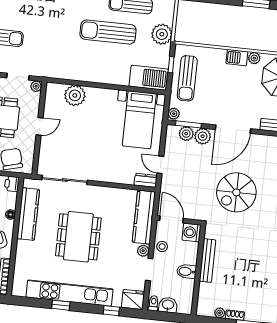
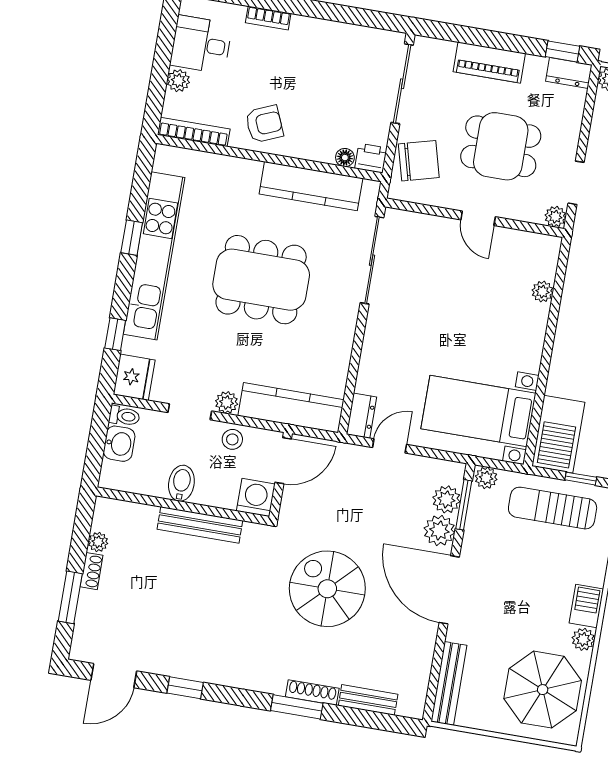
plant: (75, 95) -> (542, 292), width x0.53, depth x0.53
floor lamp: (10, 215) -> (345, 158), moved

